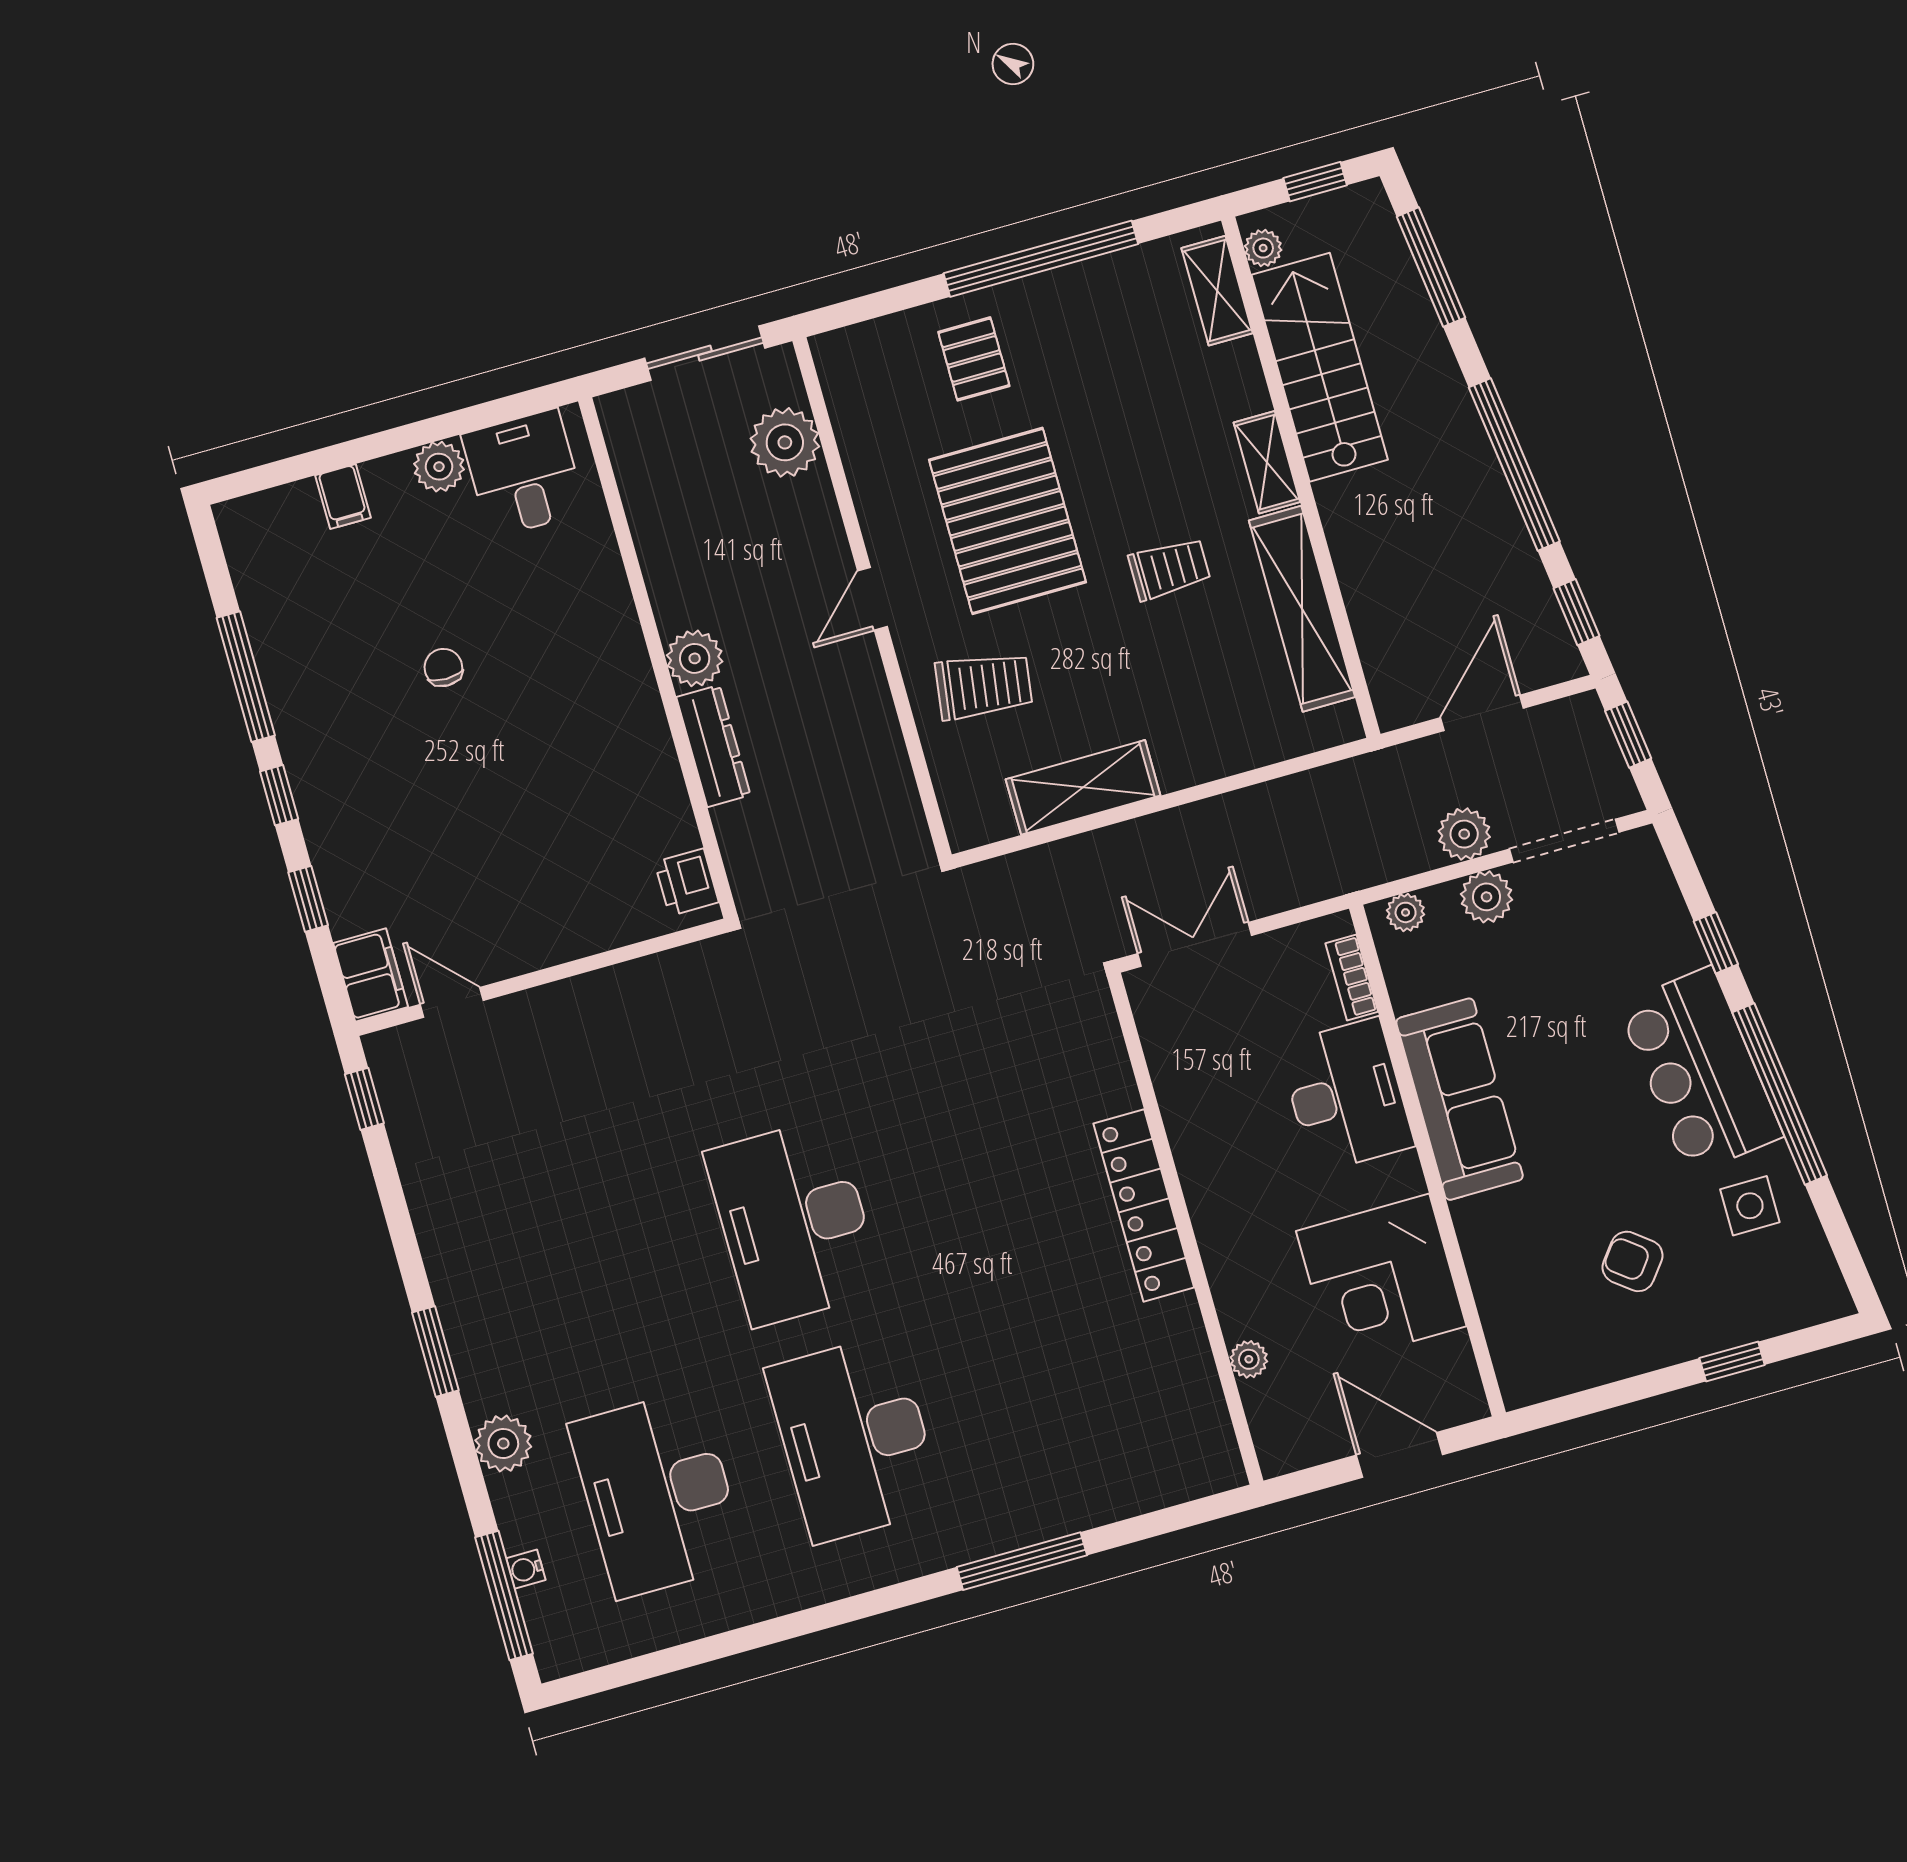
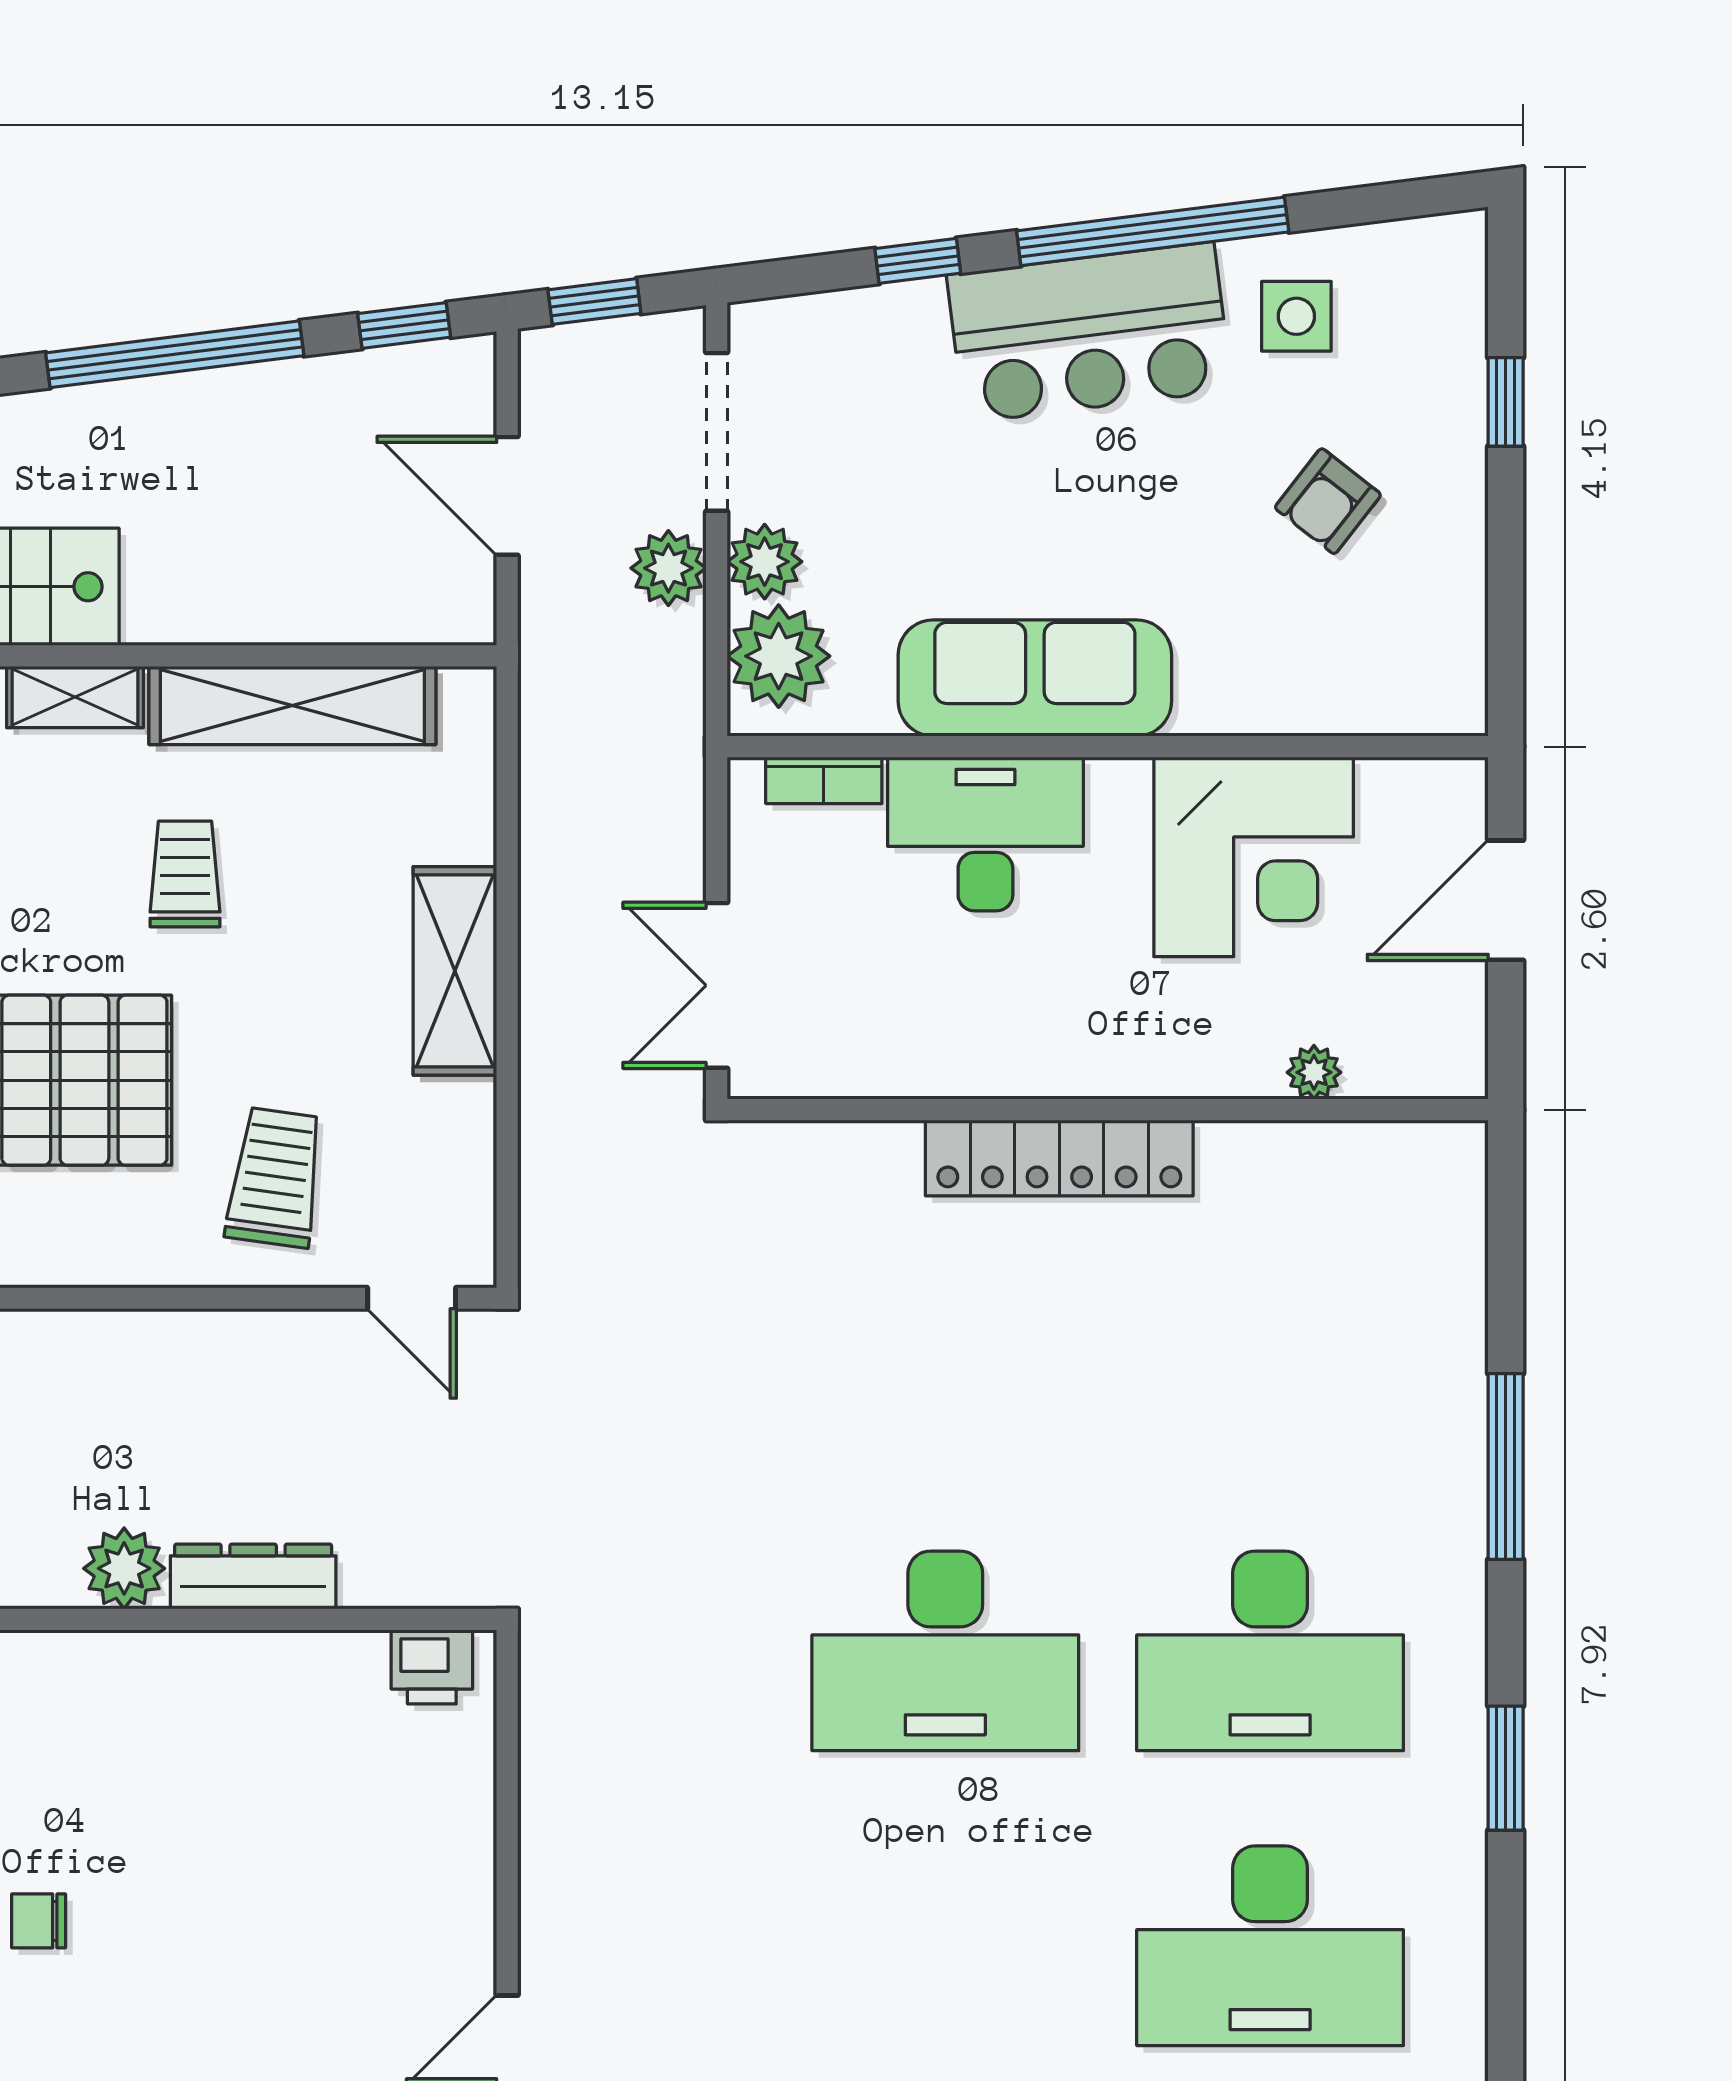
door: (872, 599) -> (412, 1298), moved
shelving: (1083, 787) -> (455, 971), moved
plant: (1406, 912) -> (779, 656), width x1.88, depth x1.88
window: (821, 1618) -> (1506, 1768), added

